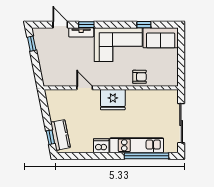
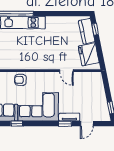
door: (60, 25) -> (87, 124), hinge flipped
fridge: (113, 100) -> (89, 54), moved, turned -101
dishwasher: (101, 146) -> (53, 22), removed

